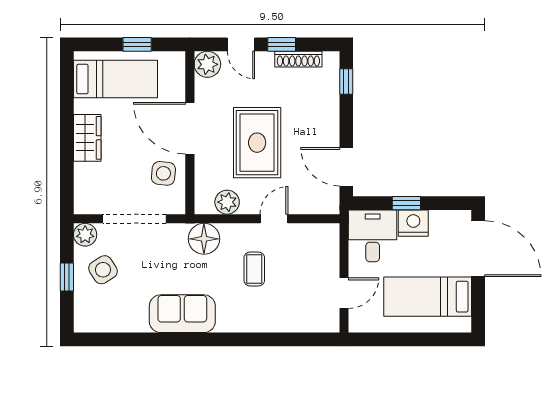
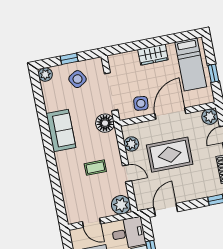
plant: (85, 235) -> (45, 74), moved
floor lamp: (204, 239) -> (105, 123), moved
plant: (324, 239) -> (121, 205), added

